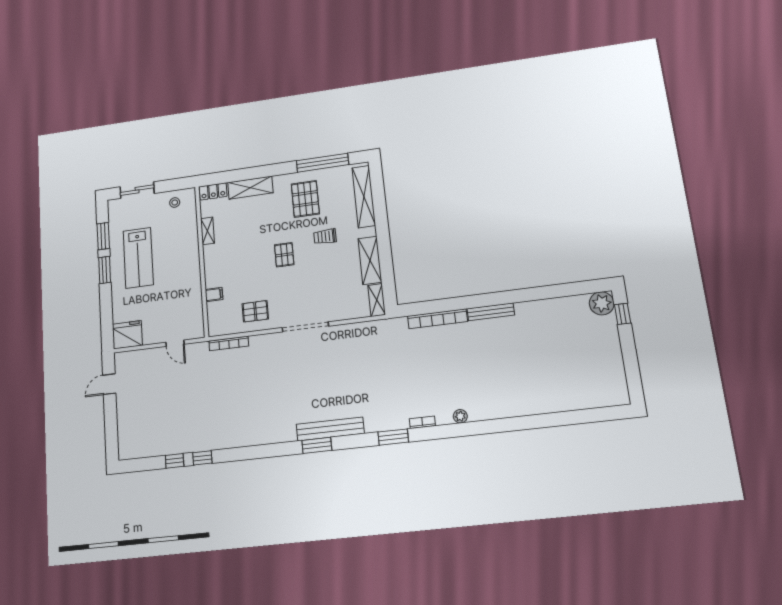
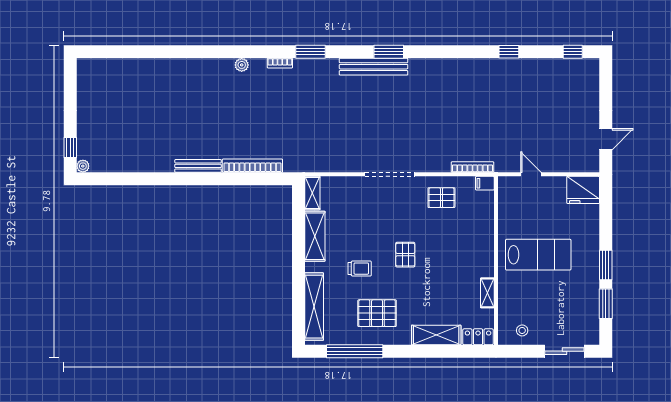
pallet: (305, 199) -> (377, 313), turned 90
lab bench: (138, 258) -> (538, 255), moved, turned 90
filing cabinet: (214, 294) -> (485, 183), moved
plant: (602, 303) -> (83, 166), width x0.53, depth x0.53
window: (175, 461) -> (573, 52), moved

